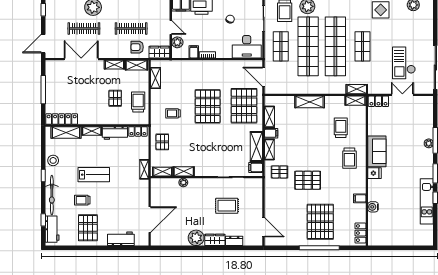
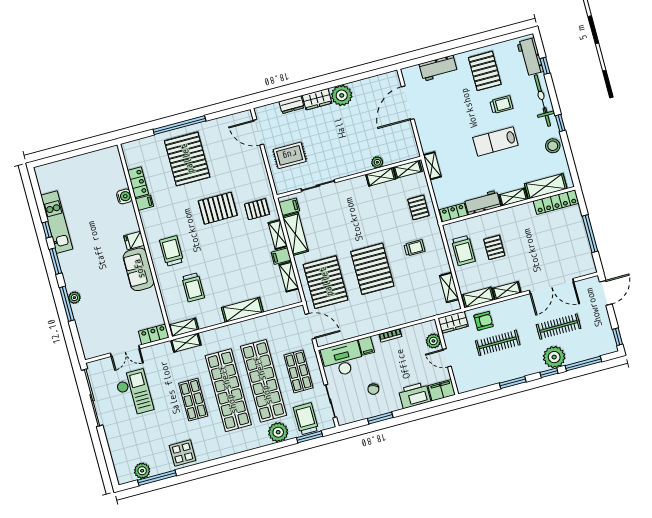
filing cabinet: (194, 52) -> (366, 346), moved
rug: (227, 206) -> (290, 155), moved
locker: (360, 233) -> (138, 182), moved

